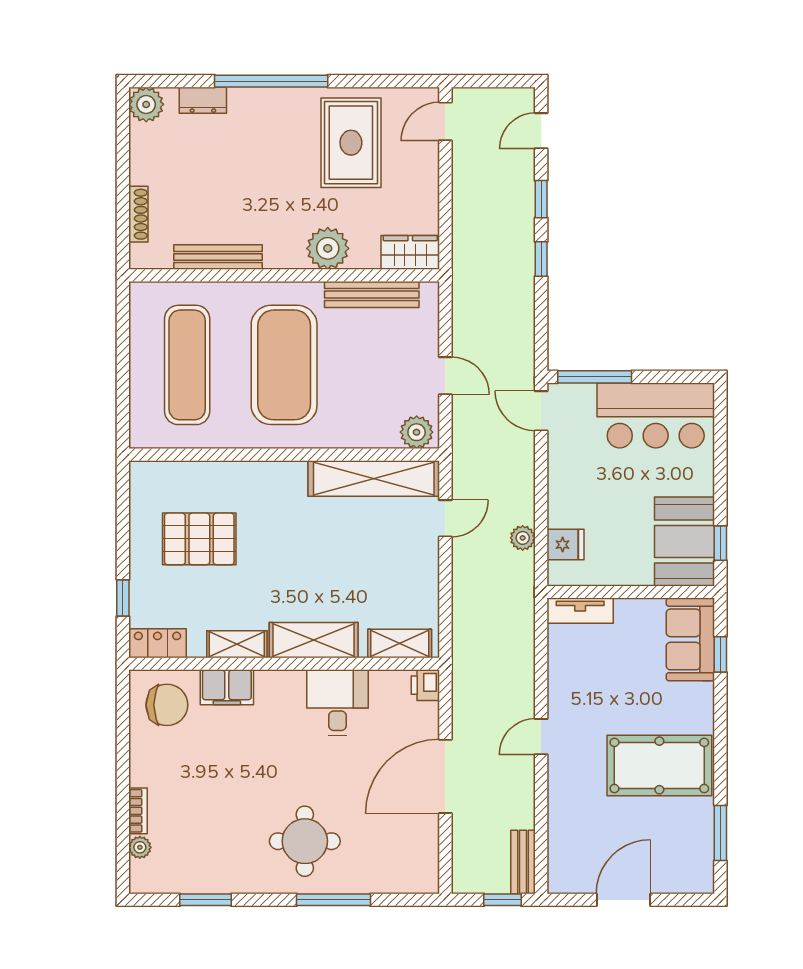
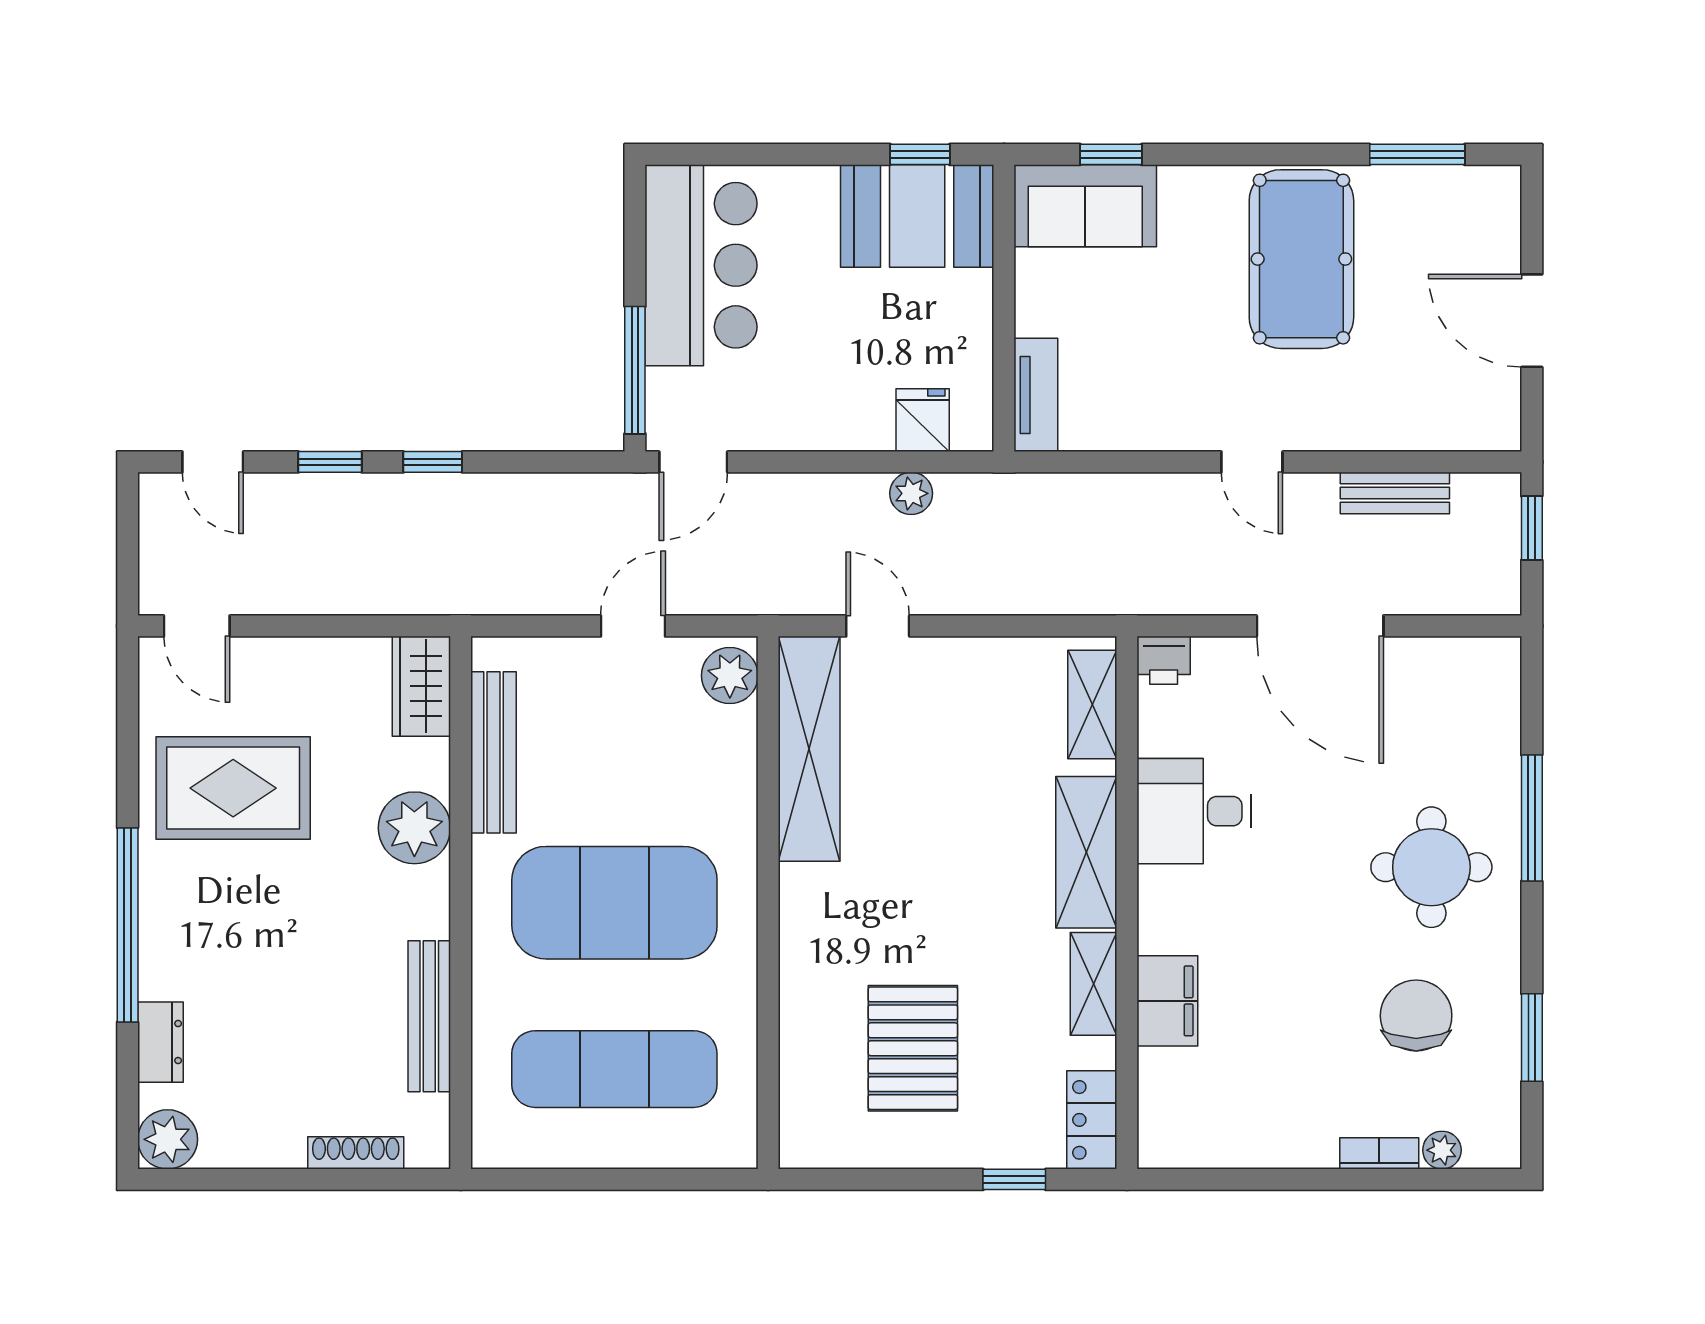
chair: (167, 705) -> (1416, 1016), moved
bench: (523, 862) -> (1395, 493), moved

